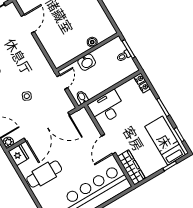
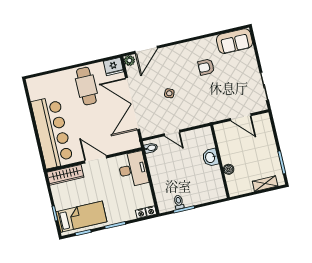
boiler: (92, 42) -> (229, 169), moved
wall: (88, 52) -> (220, 161), moved
washbasin: (87, 62) -> (210, 157), moved

